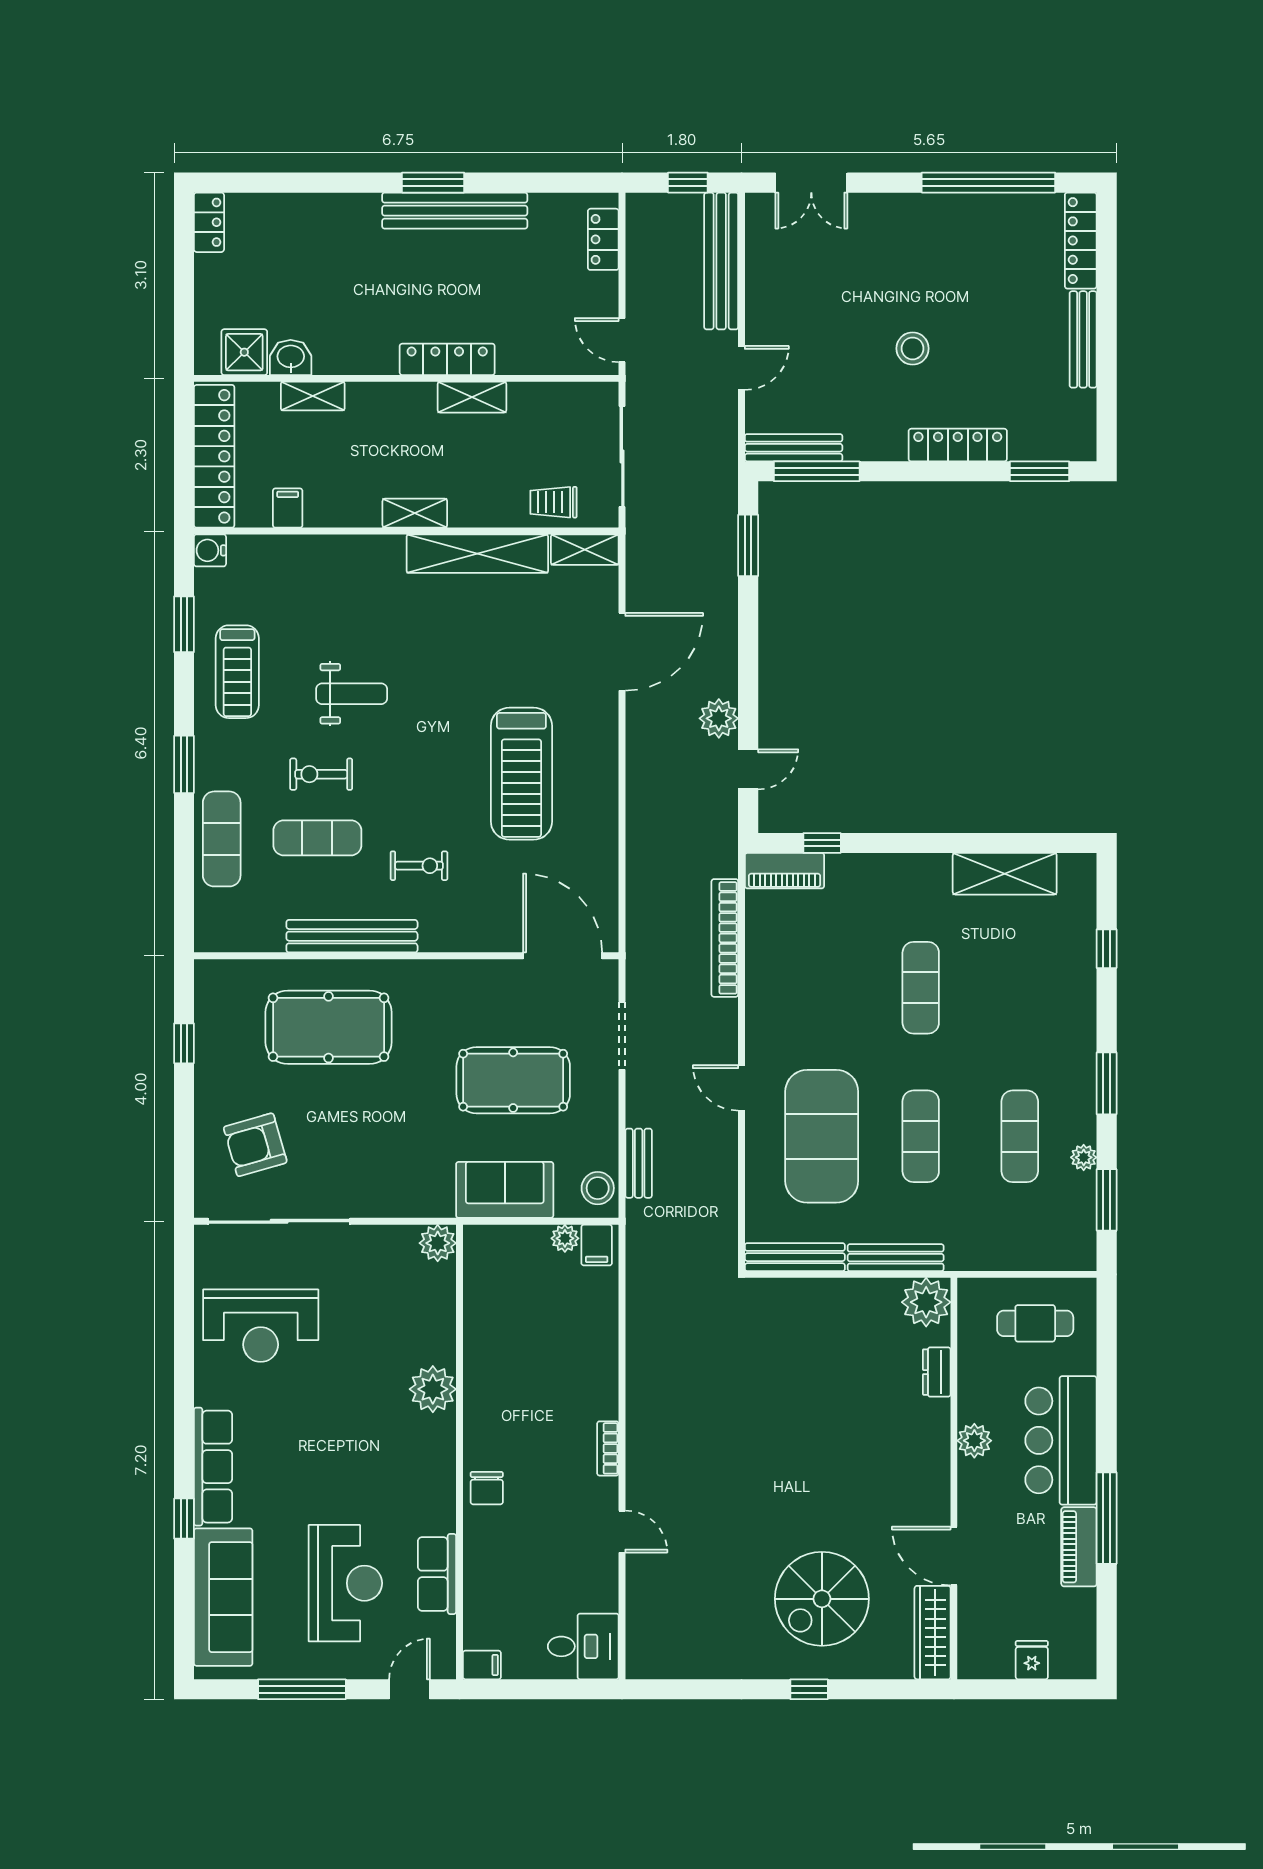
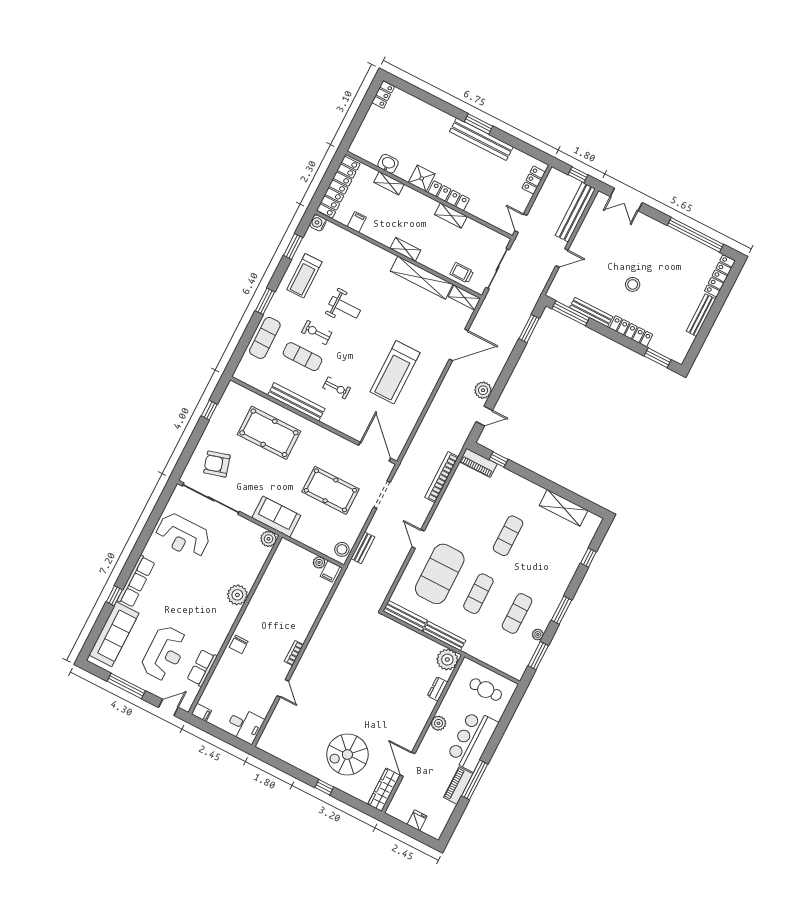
shower: (244, 352) -> (422, 178), moved
bench: (794, 448) -> (591, 312), moved
sofa: (505, 1190) -> (276, 517), moved

